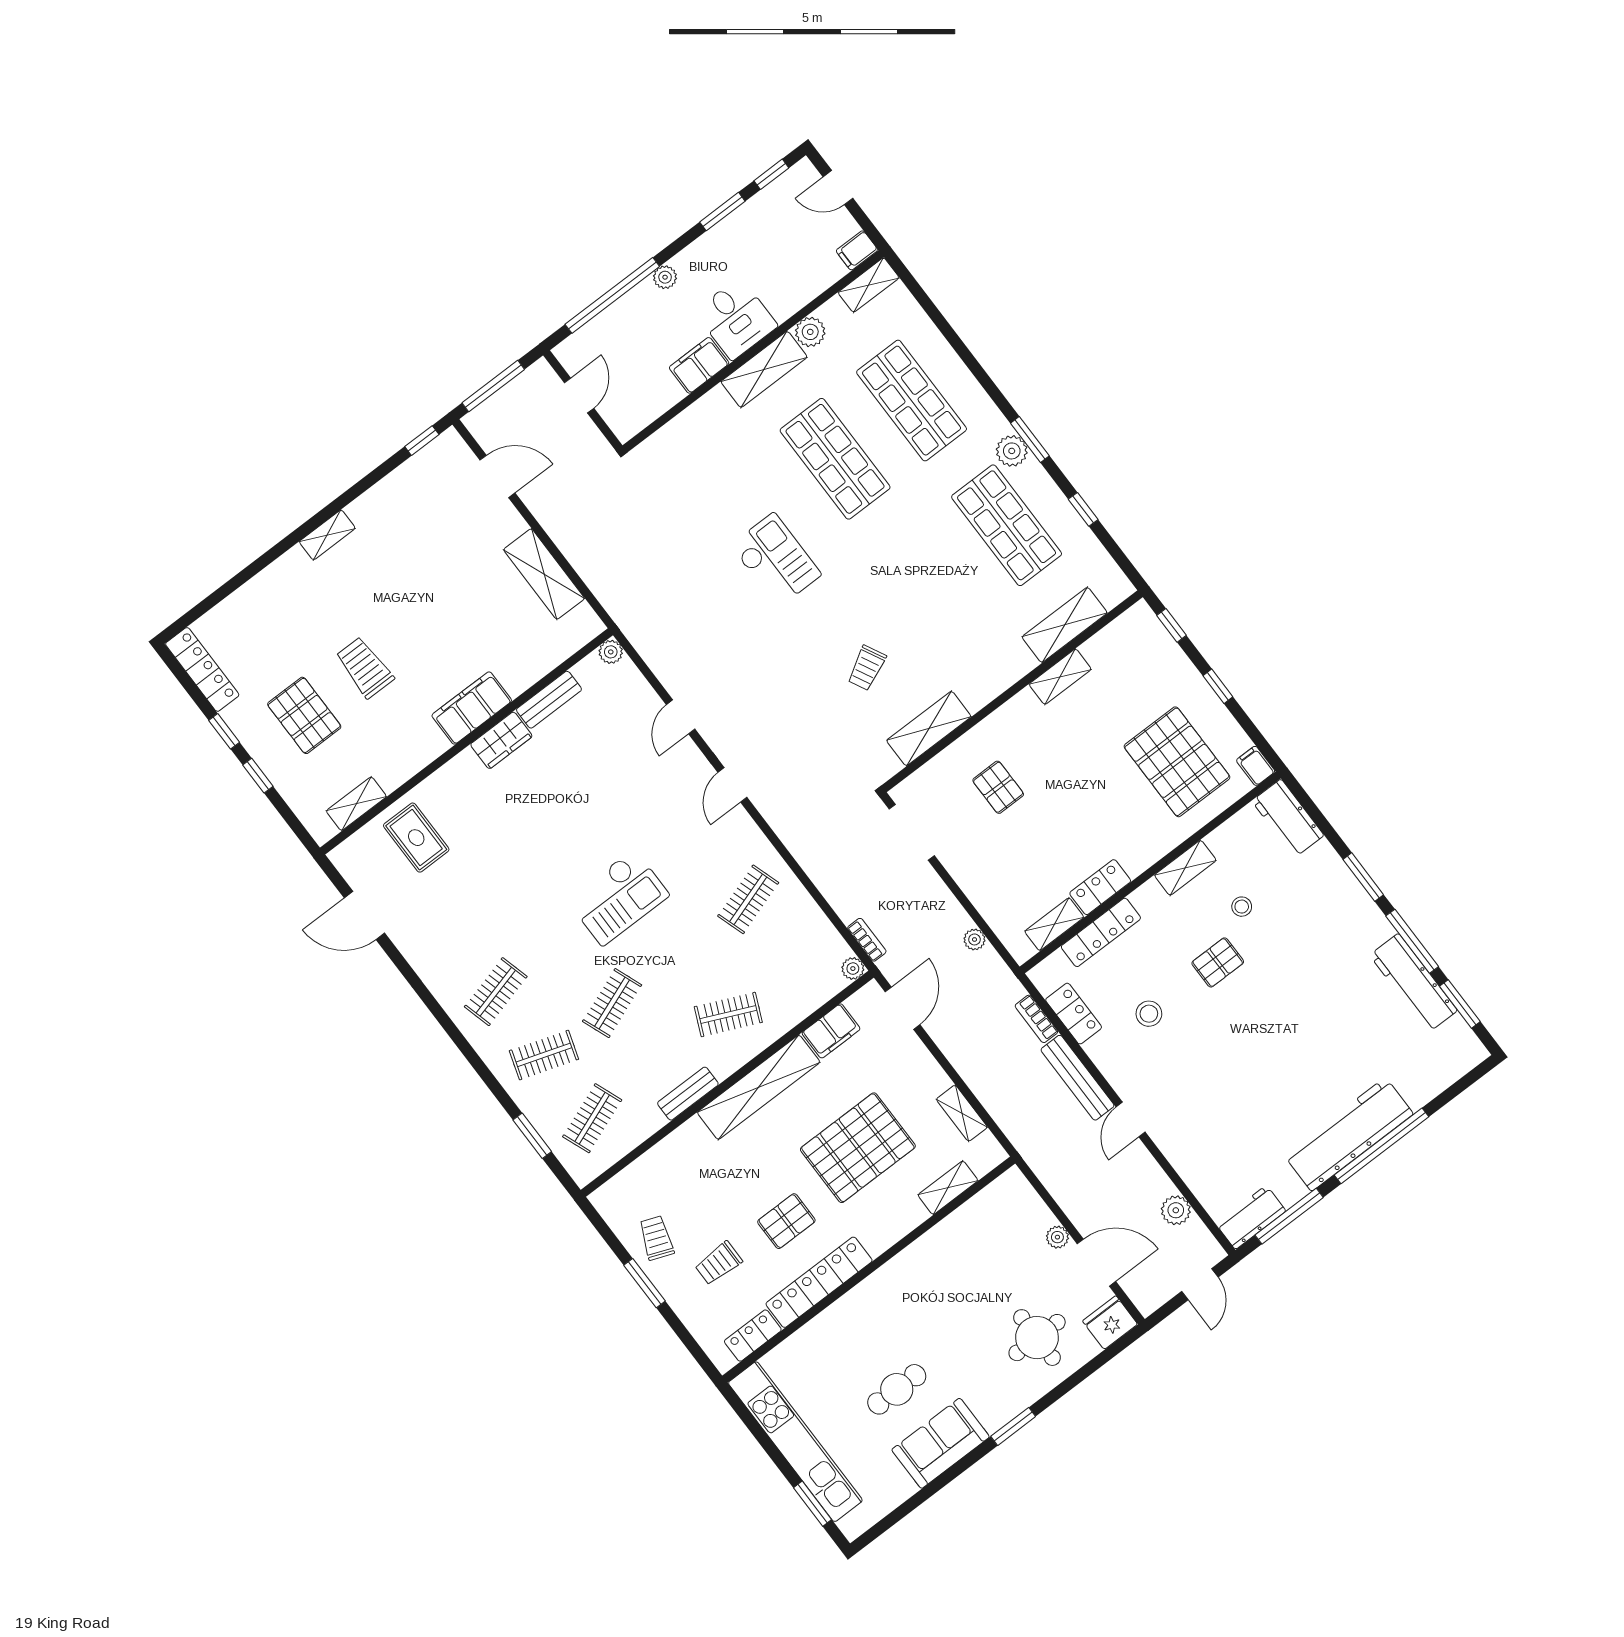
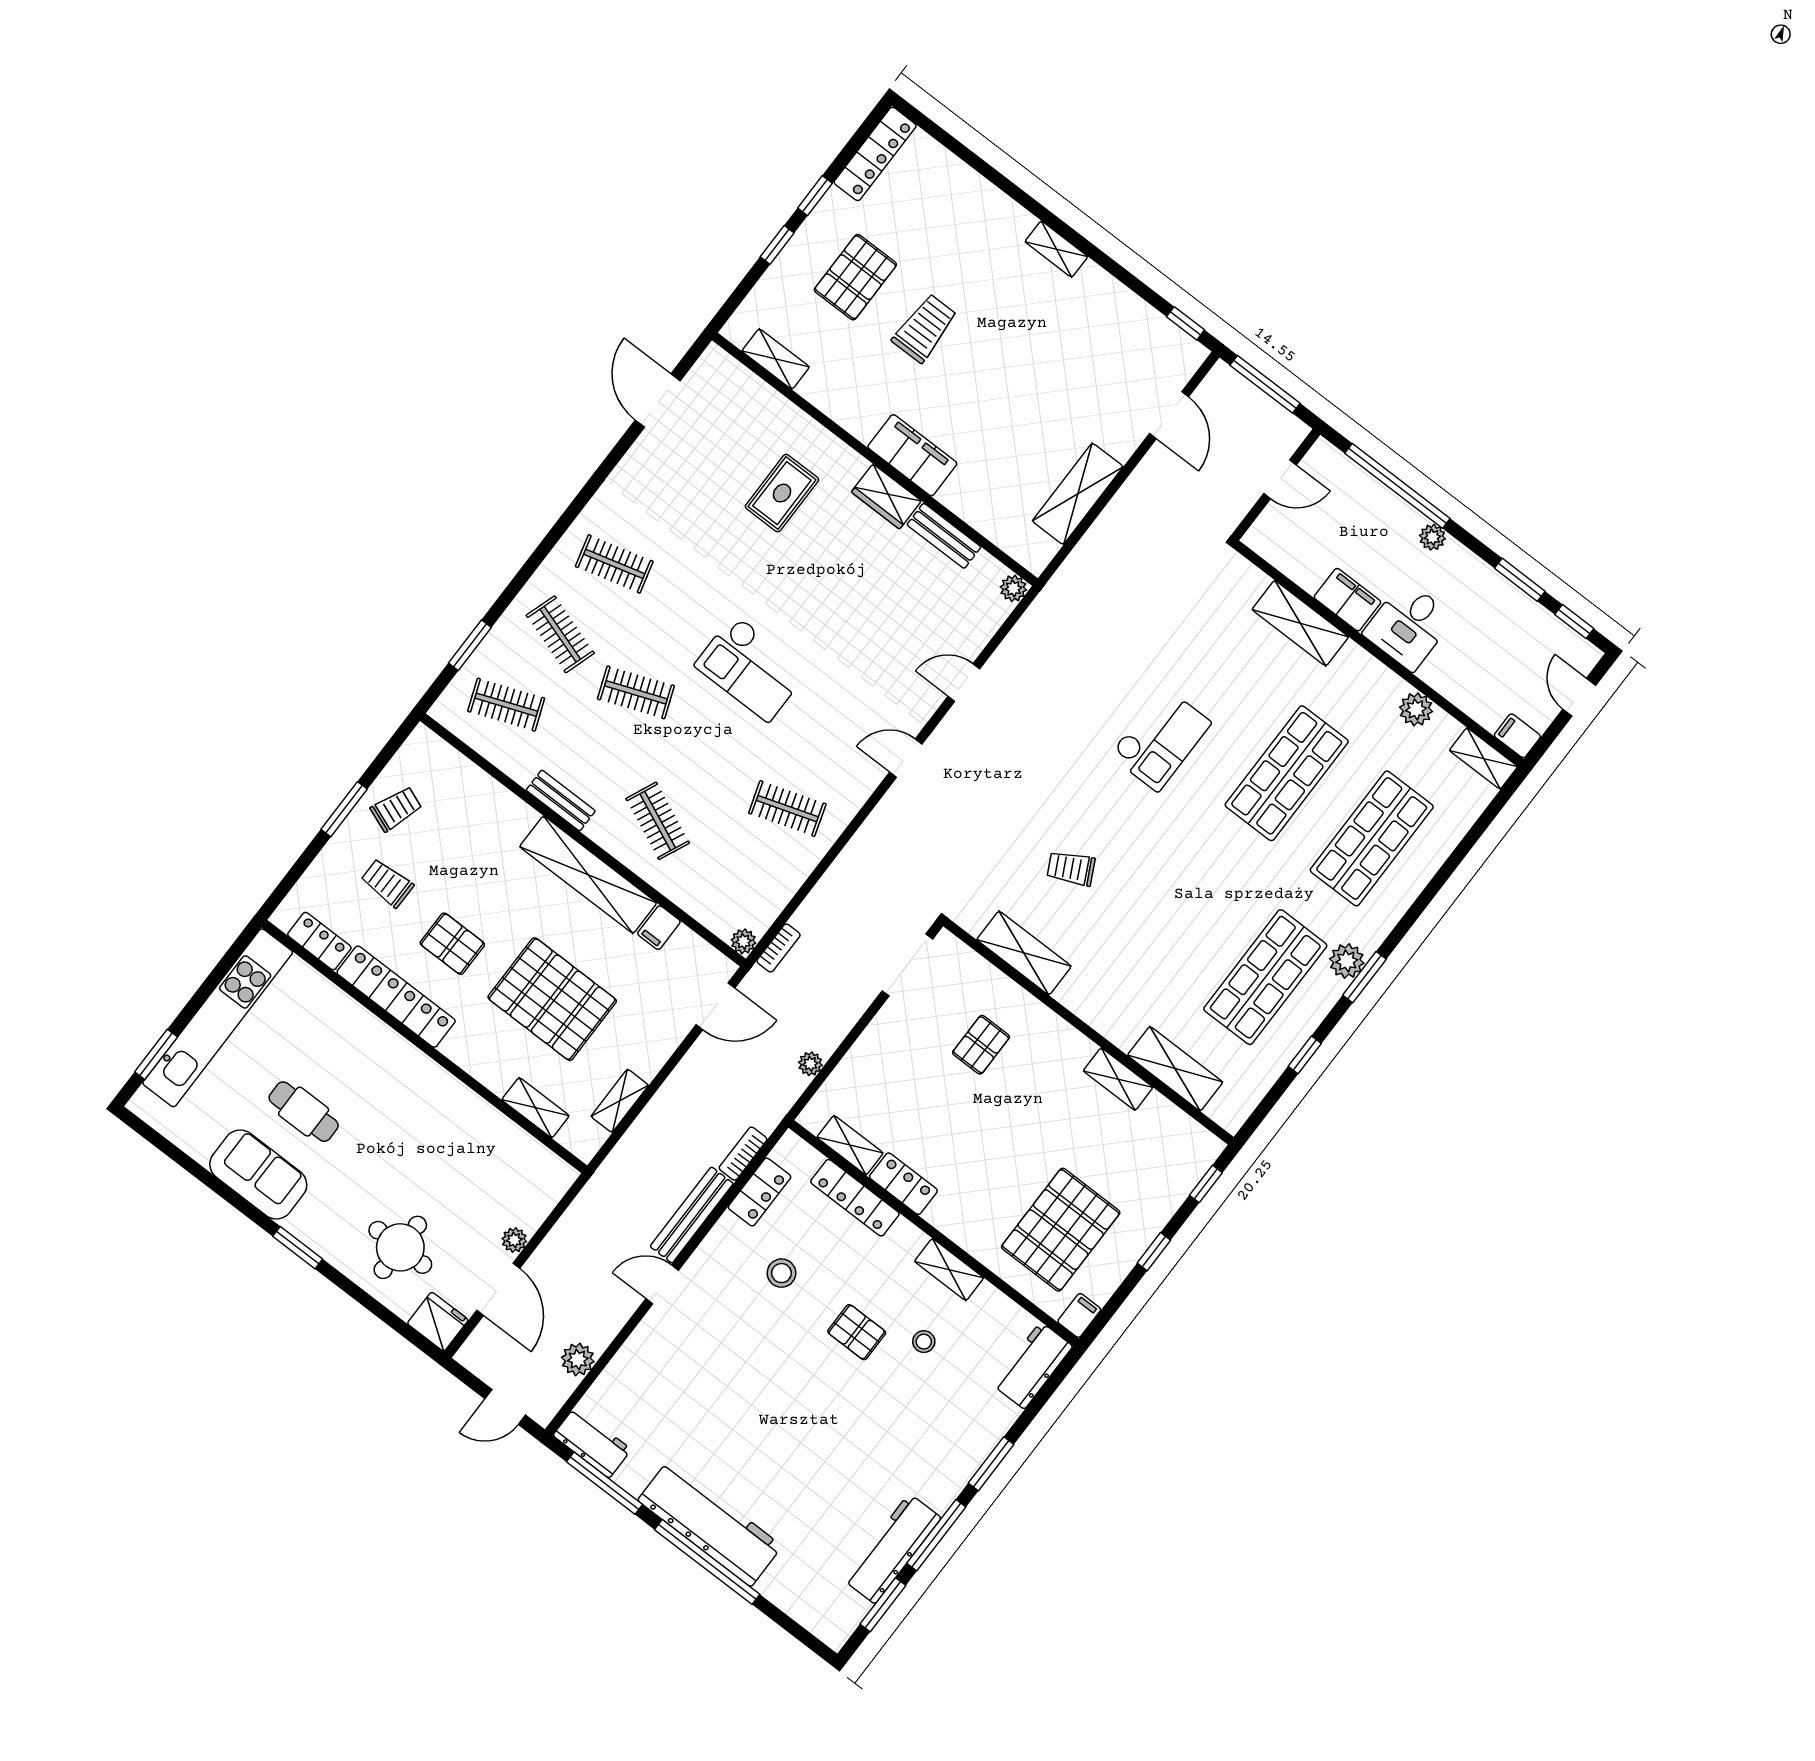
shelving: (764, 369) -> (1300, 623), moved
rug: (416, 838) -> (782, 493), moved
filing cabinet: (831, 1031) -> (659, 928), width x0.50

